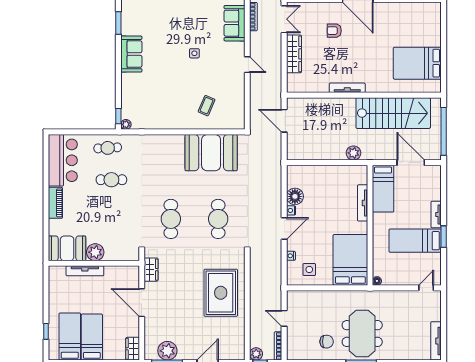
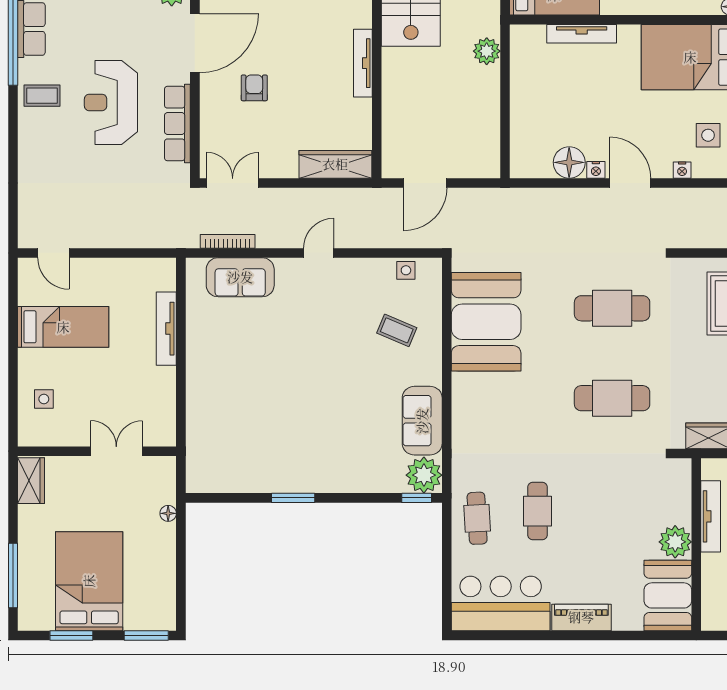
window: (118, 23) -> (293, 498), moved
armchair: (334, 31) -> (254, 88), turned 180
side table: (194, 53) -> (406, 270), moved
sofa: (131, 54) -> (422, 421), moved, turned -90
wardrobe: (294, 54) -> (335, 164), moved
plant: (126, 124) -> (424, 475), width x1.87, depth x1.87
tv unit: (85, 271) -> (711, 516), moved

